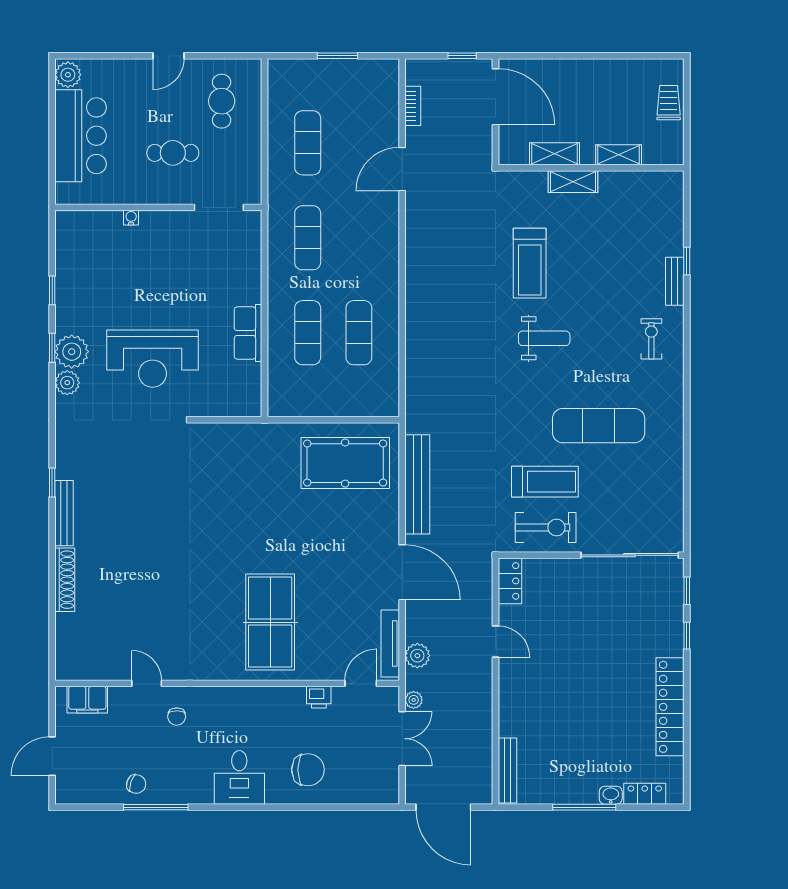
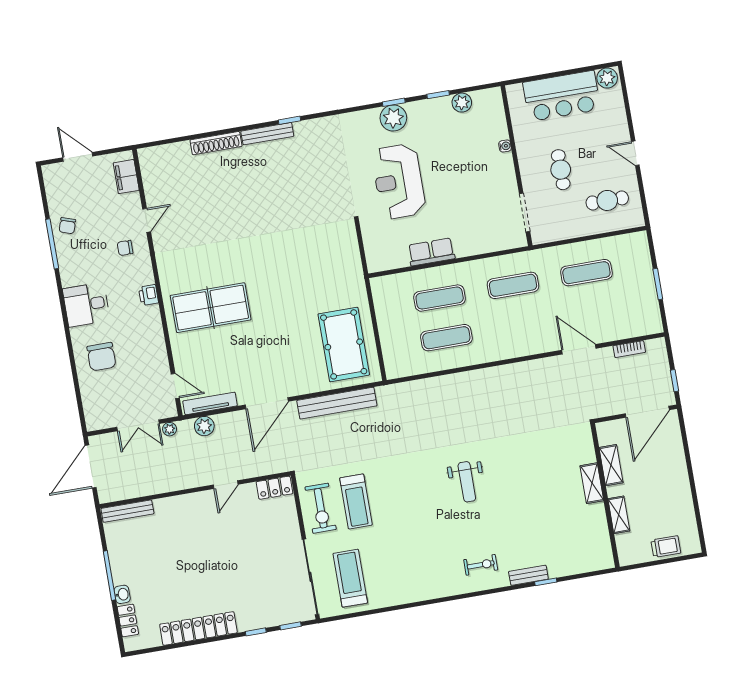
treadmill: (530, 263) -> (350, 578), moved, turned 90
plant: (67, 383) -> (462, 103), moved
exercise mat: (599, 426) -> (407, 536), removed
printer: (319, 697) -> (149, 295), moved

